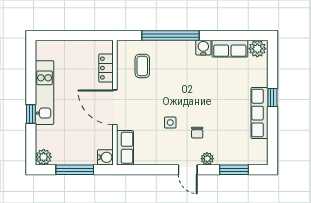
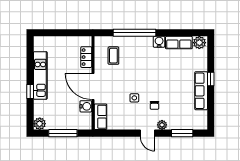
water cooler: (105, 157) -> (86, 106), moved

